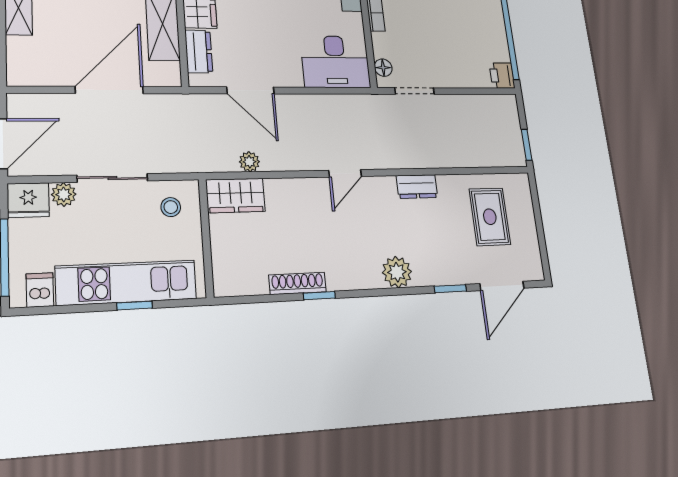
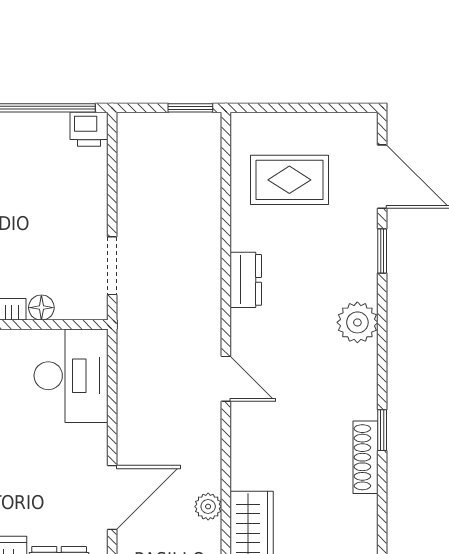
floor lamp: (383, 68) -> (41, 308), moved

